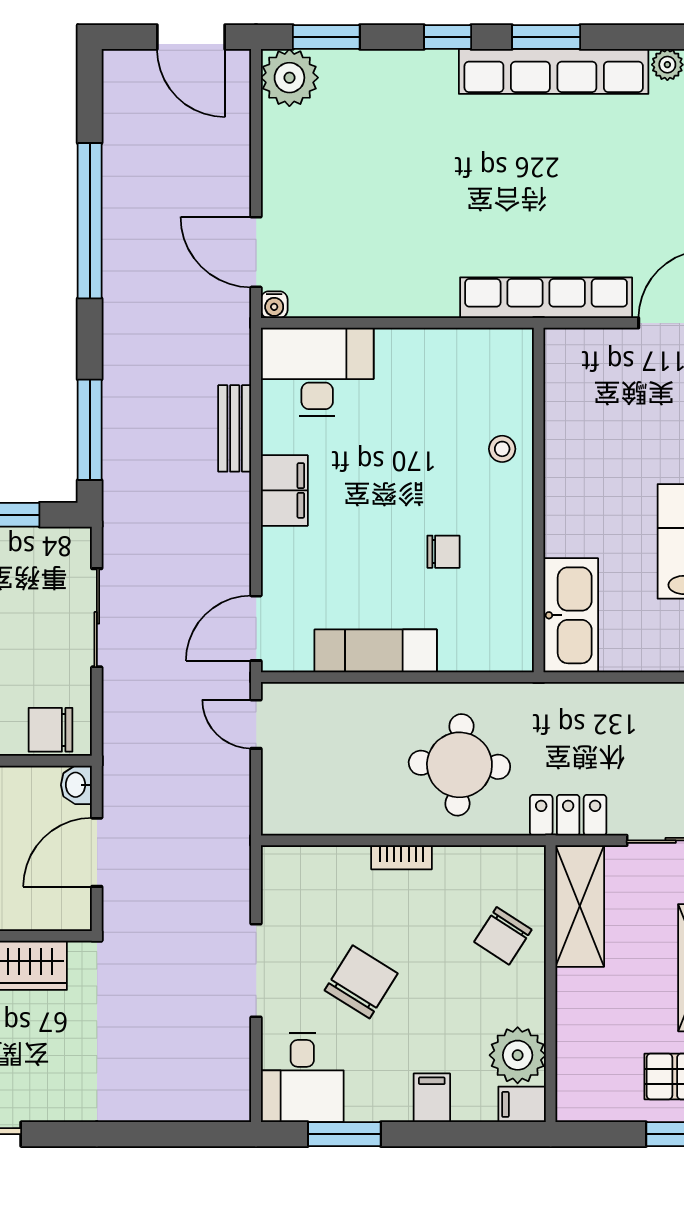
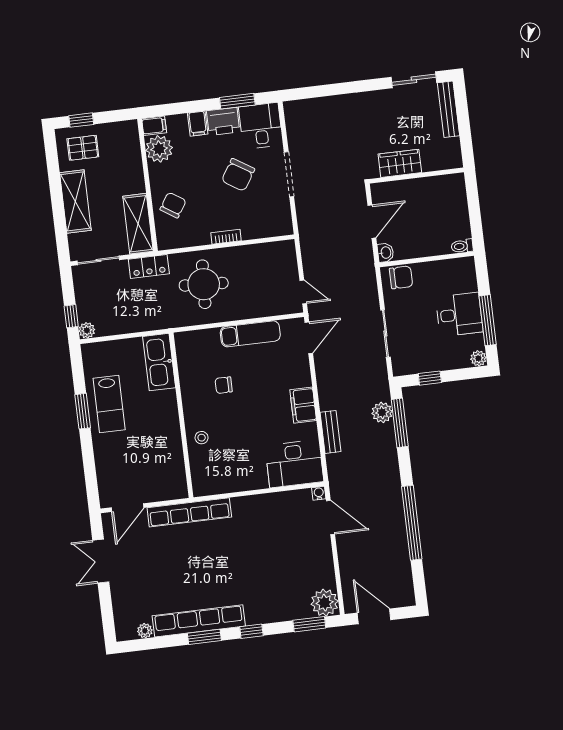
plant: (123, 456) -> (382, 412), added
printer: (379, 1096) -> (223, 121), added

